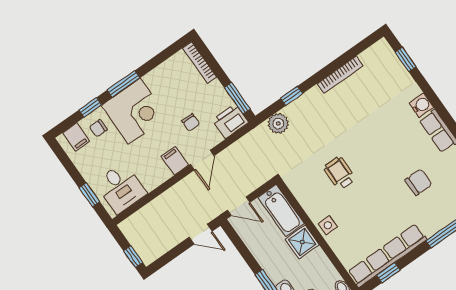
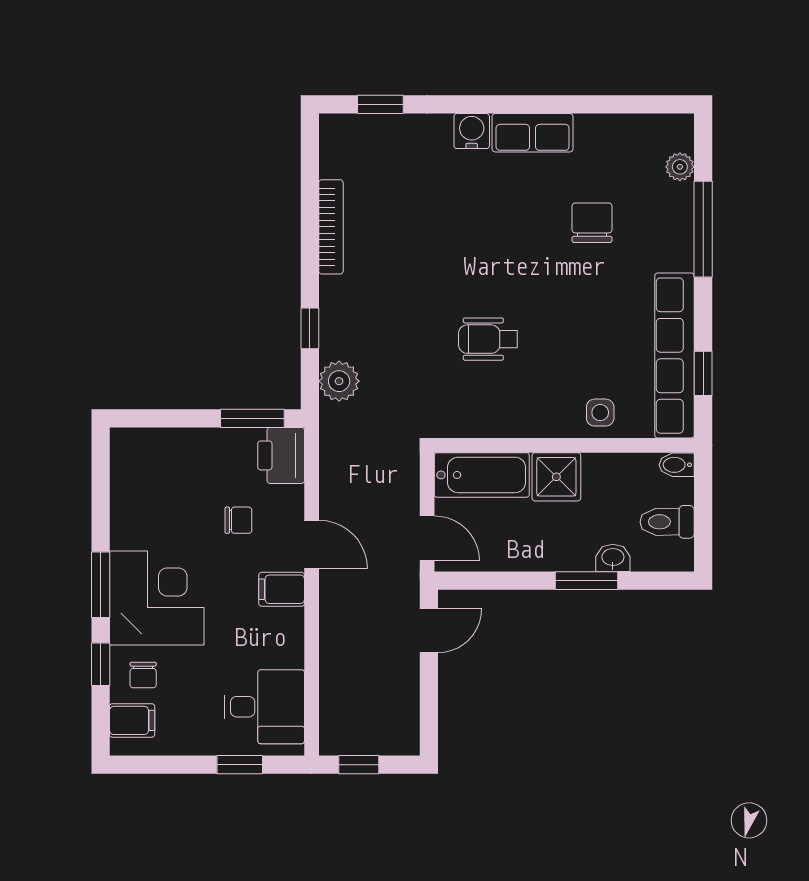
bookcase: (200, 63) -> (152, 438), removed
door: (239, 206) -> (427, 538), hinge flipped
side table: (328, 225) -> (600, 413), moved
window: (133, 257) -> (359, 765), moved

